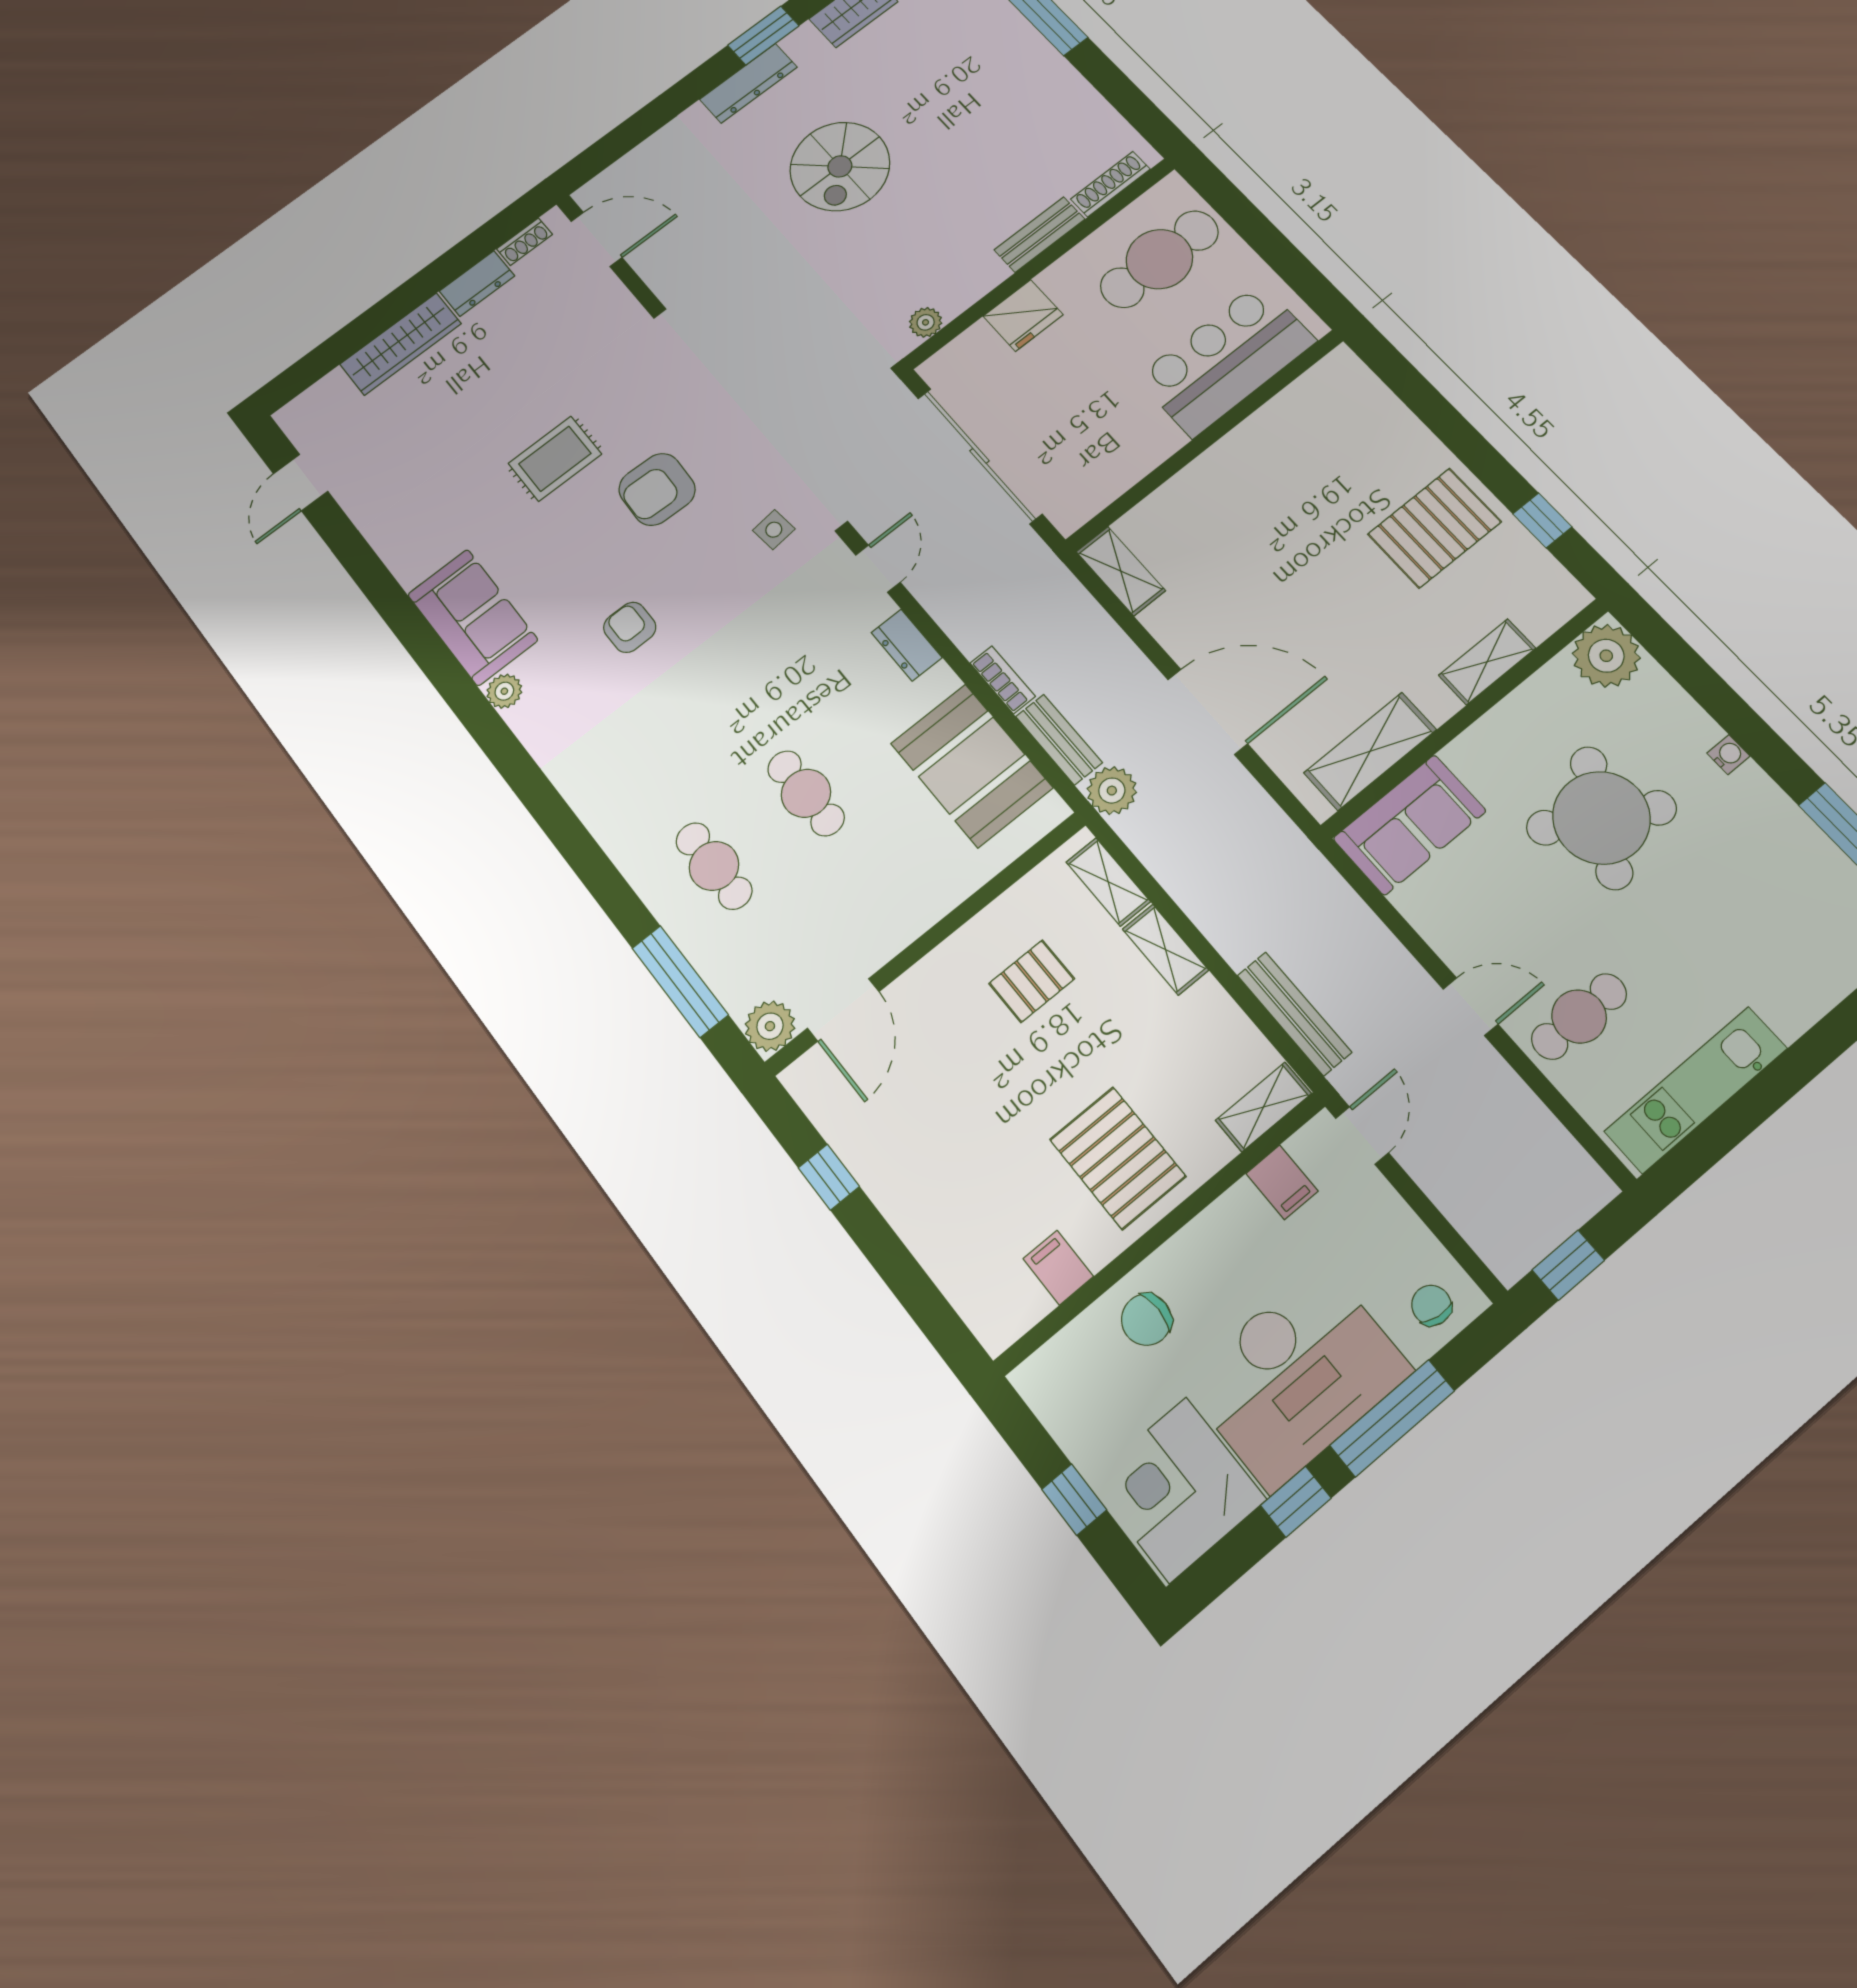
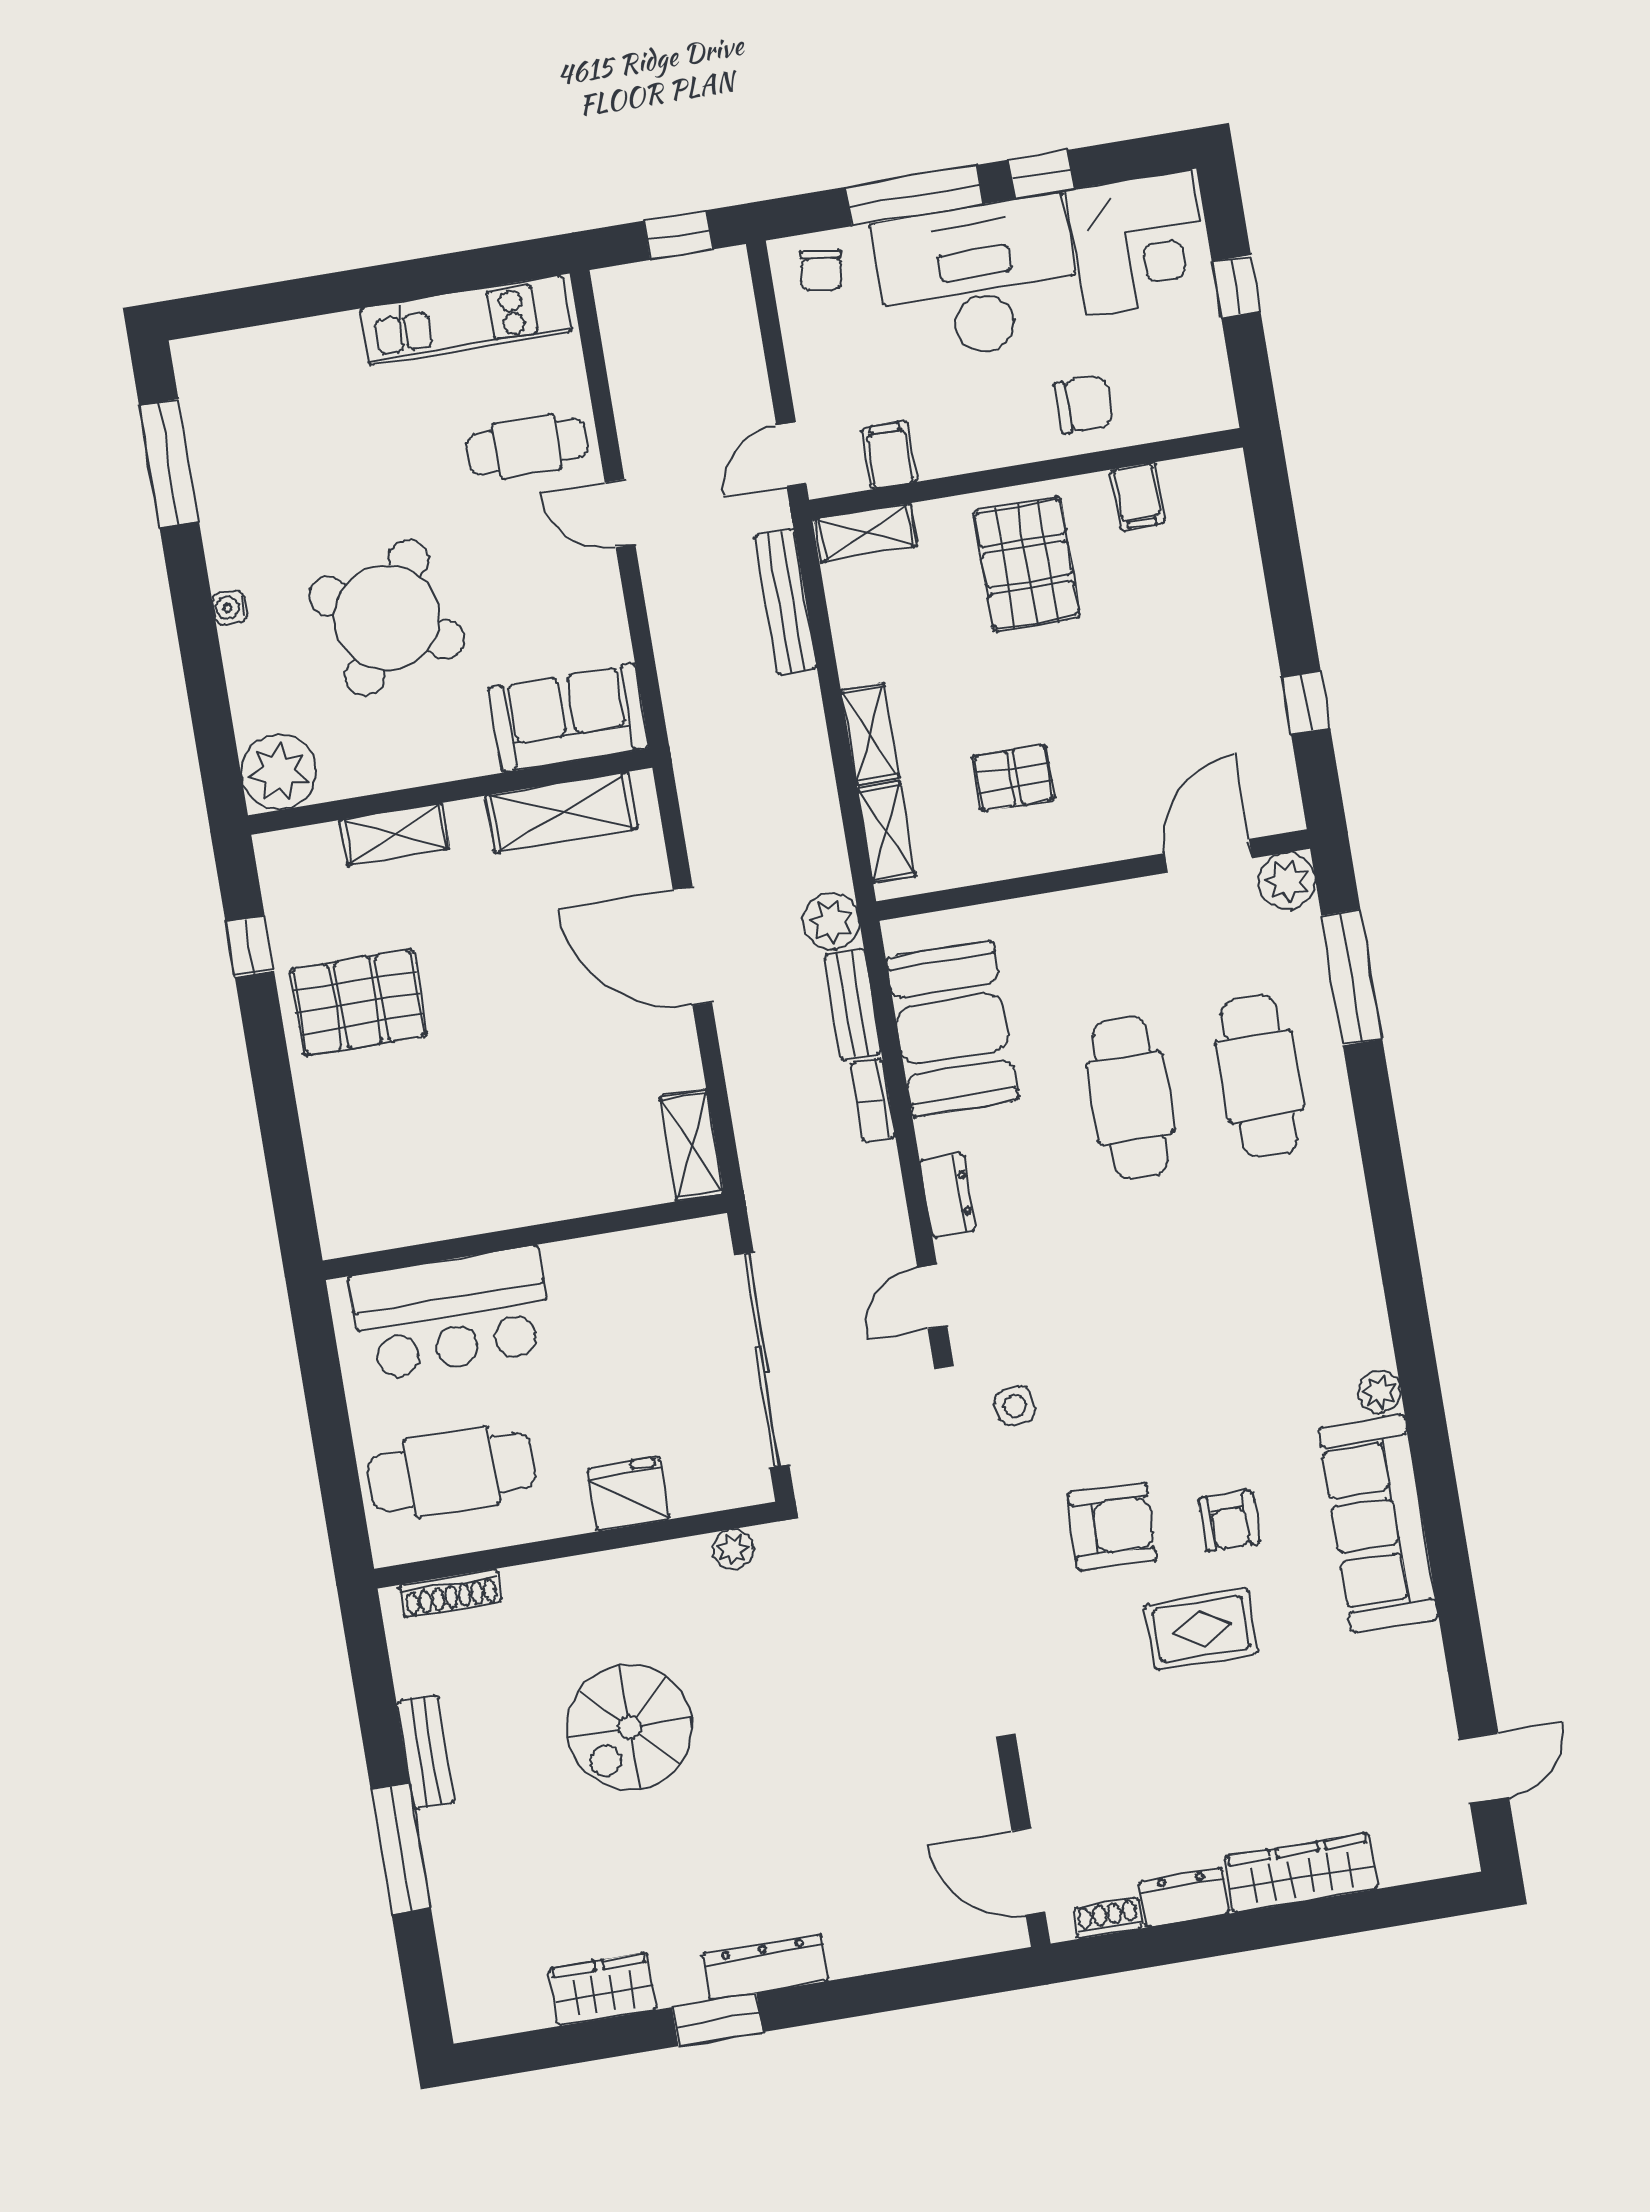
spiral stairs: (840, 166) -> (630, 1727), moved, turned 180
bench: (1040, 235) -> (426, 1752), moved, turned 90
sofa: (473, 617) -> (1378, 1523), width x1.36
armchair: (630, 627) -> (1229, 1521), moved
cafe table: (806, 793) -> (1130, 1098), width x1.37, depth x1.35
cafe table: (714, 866) -> (1260, 1076), width x1.37, depth x1.35

